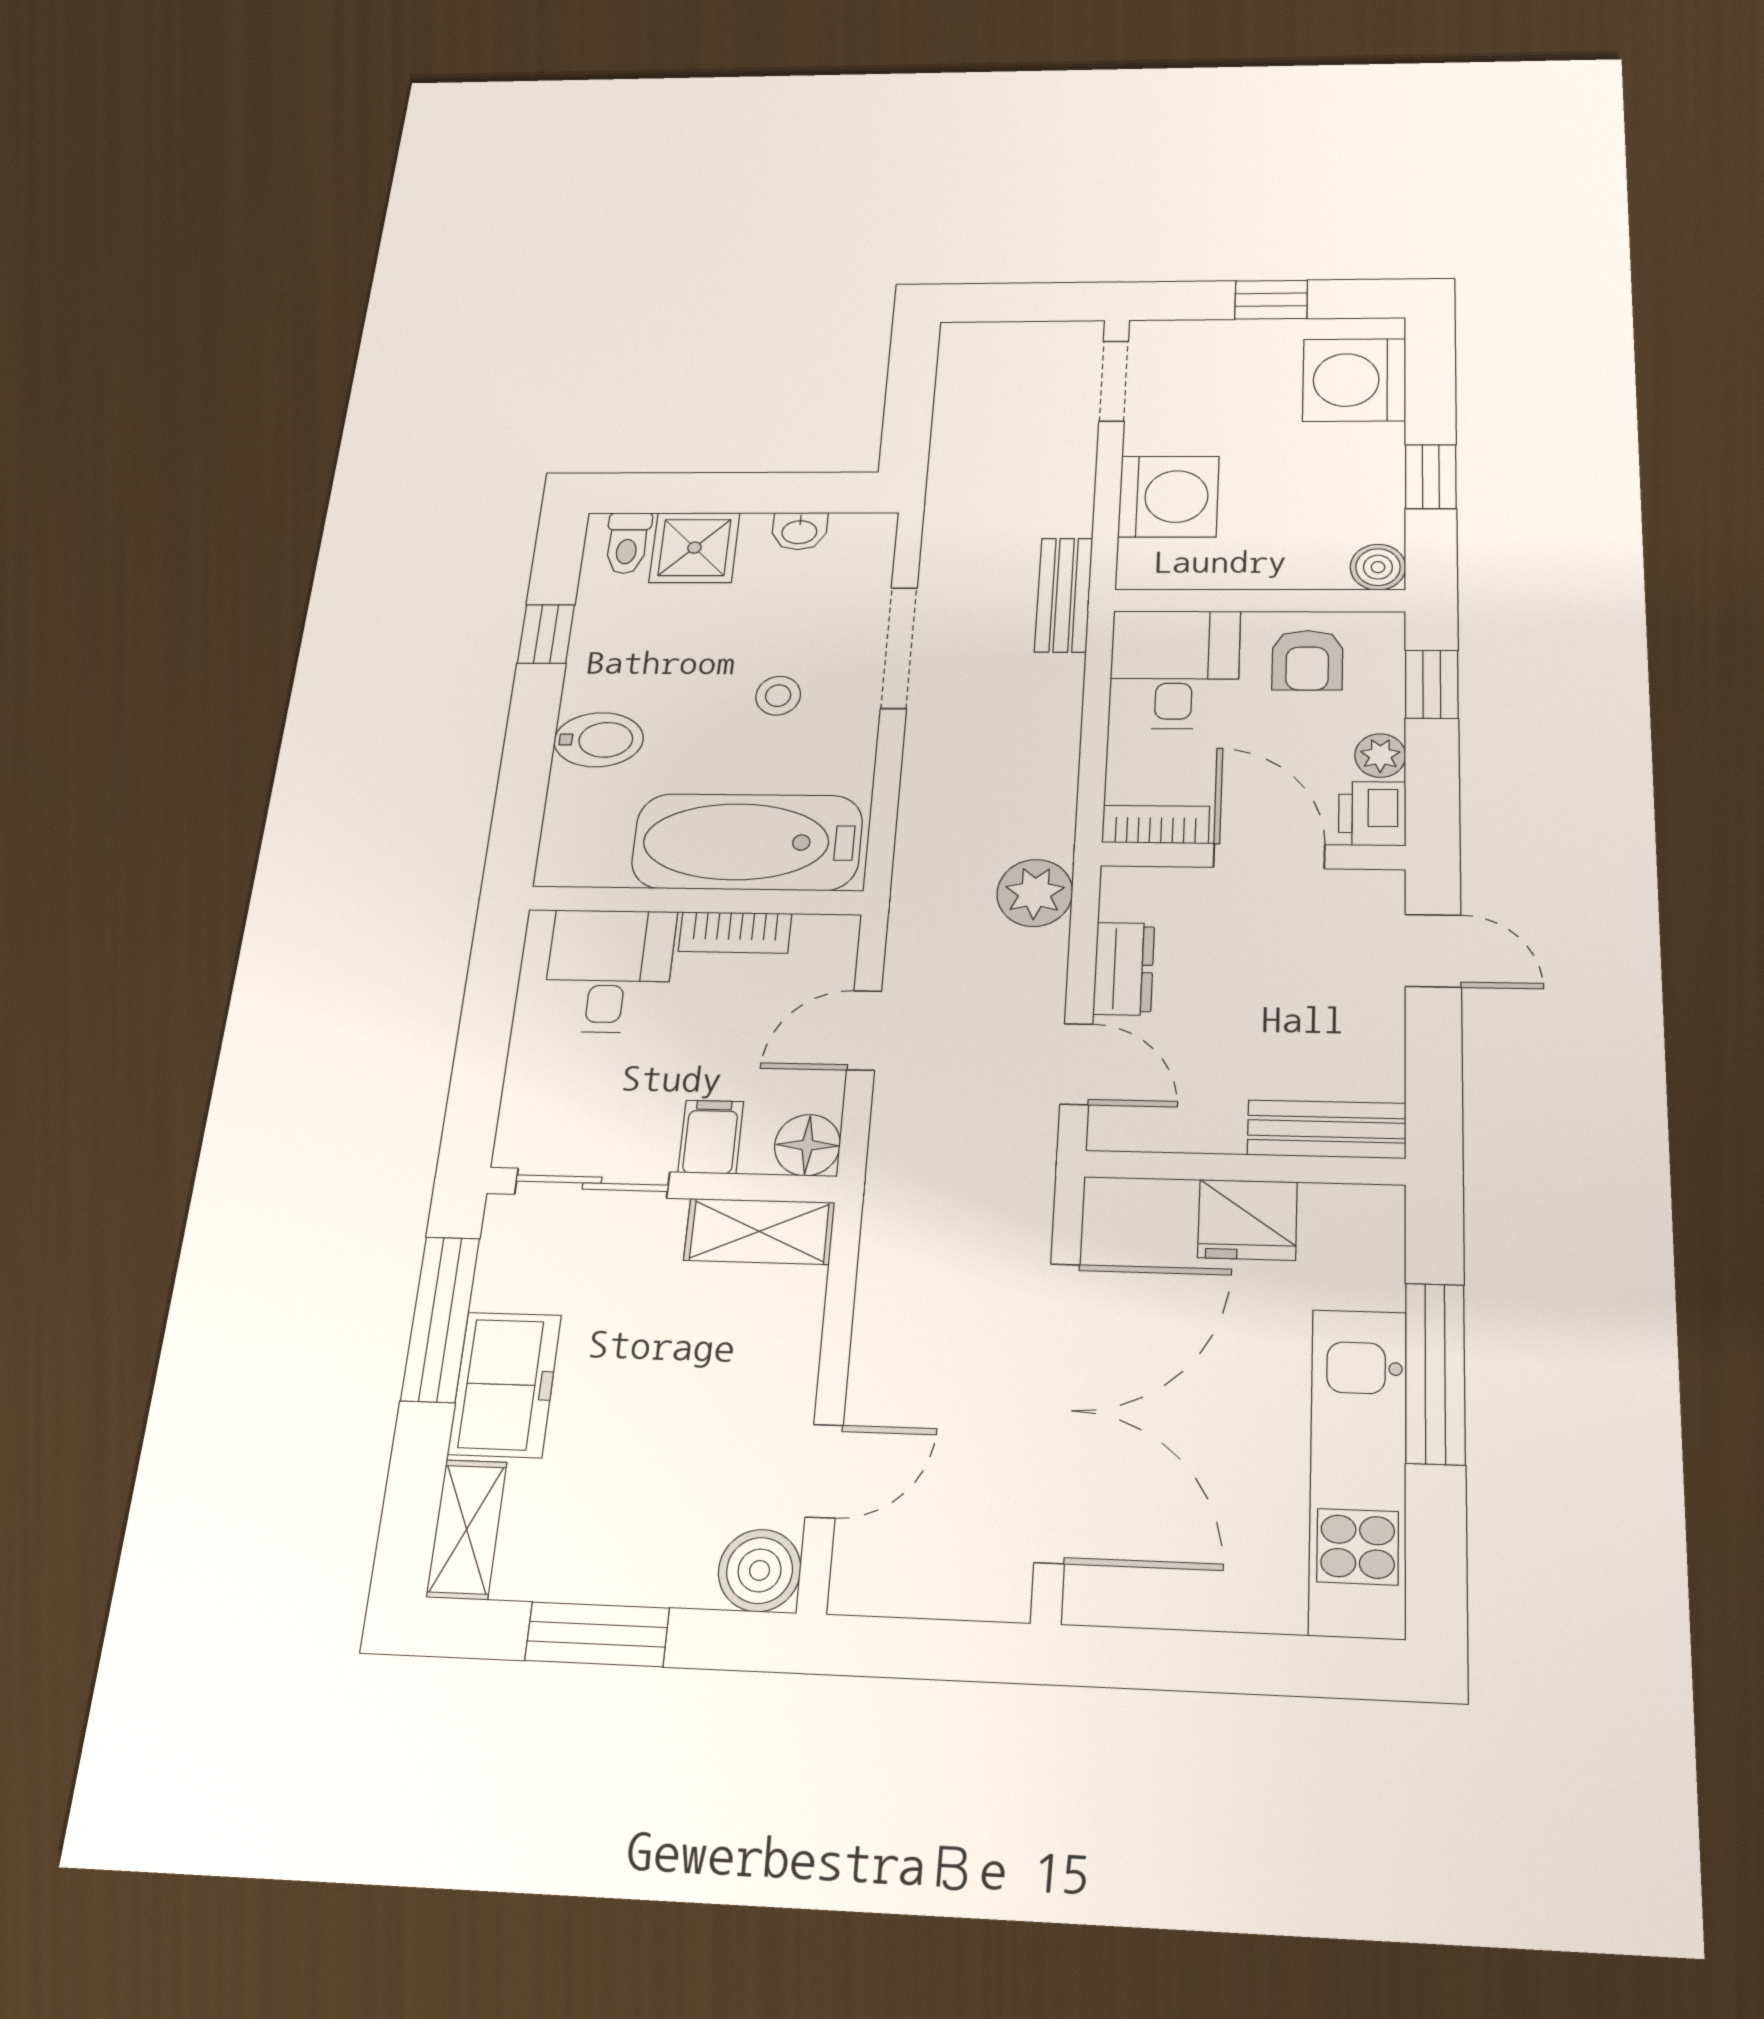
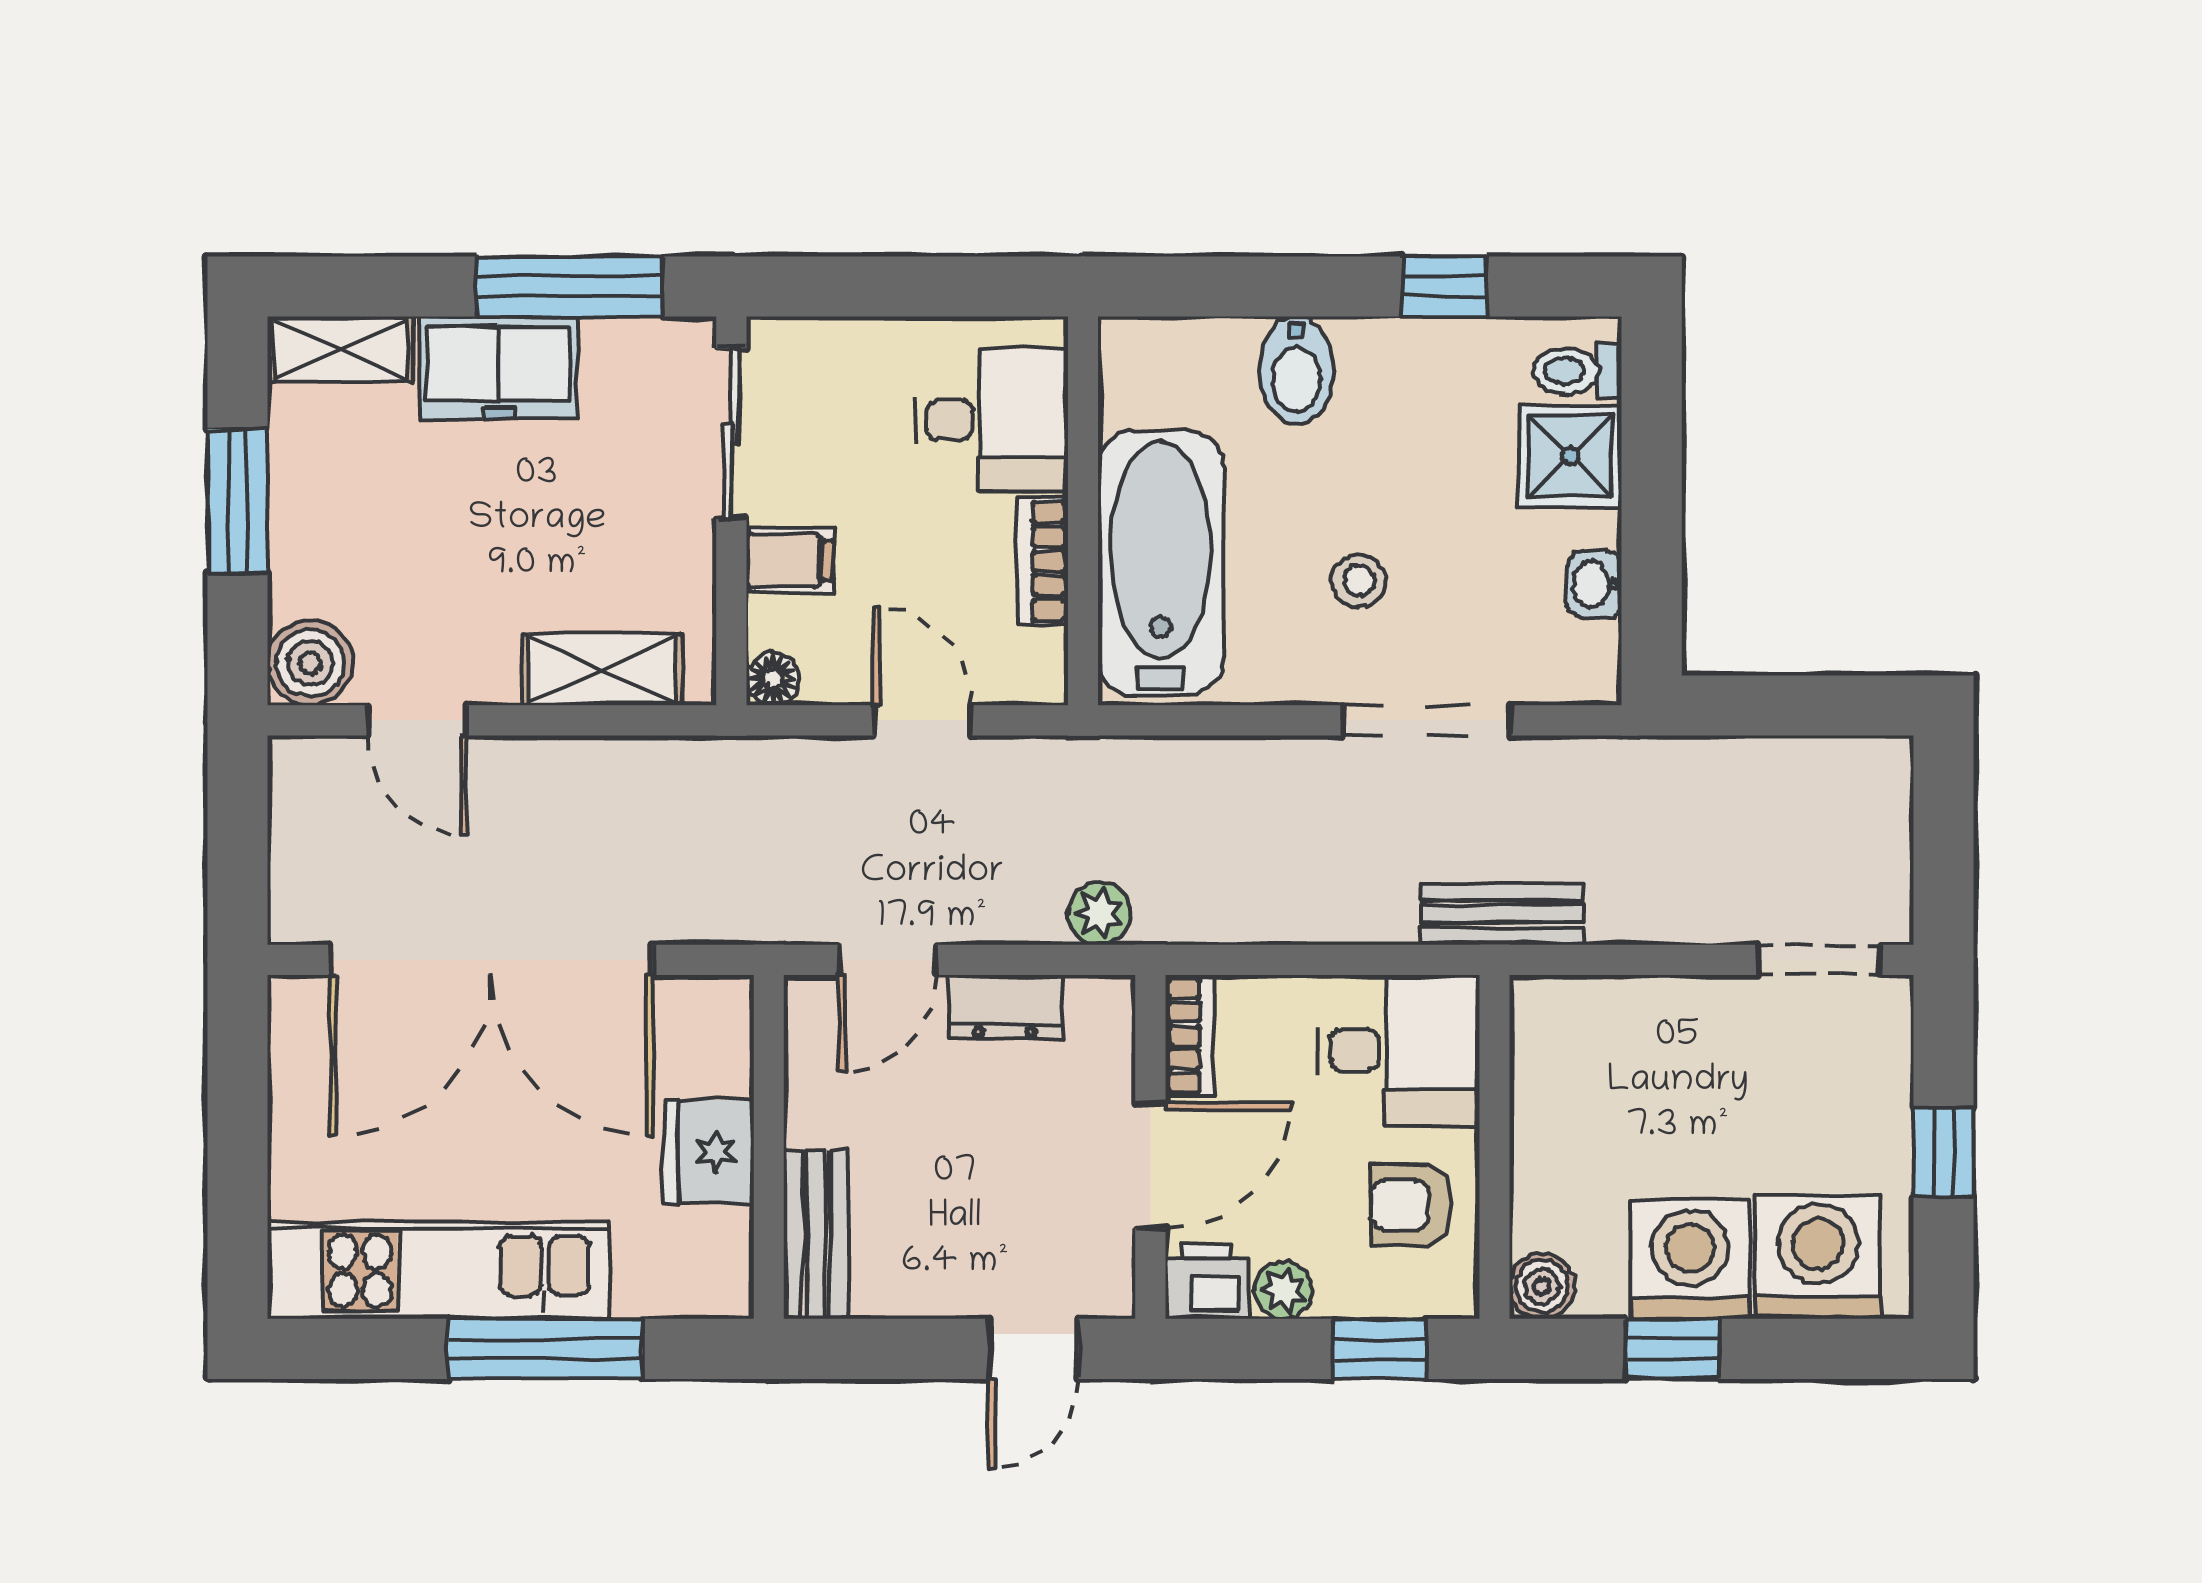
washing machine: (1169, 497) -> (1690, 1260), moved, turned 180
plant: (1035, 893) -> (1099, 914), width x0.73, depth x0.73
floor lamp: (807, 1145) -> (773, 679), width x0.73, depth x0.73
shelving: (759, 1231) -> (602, 670), moved, turned 90

